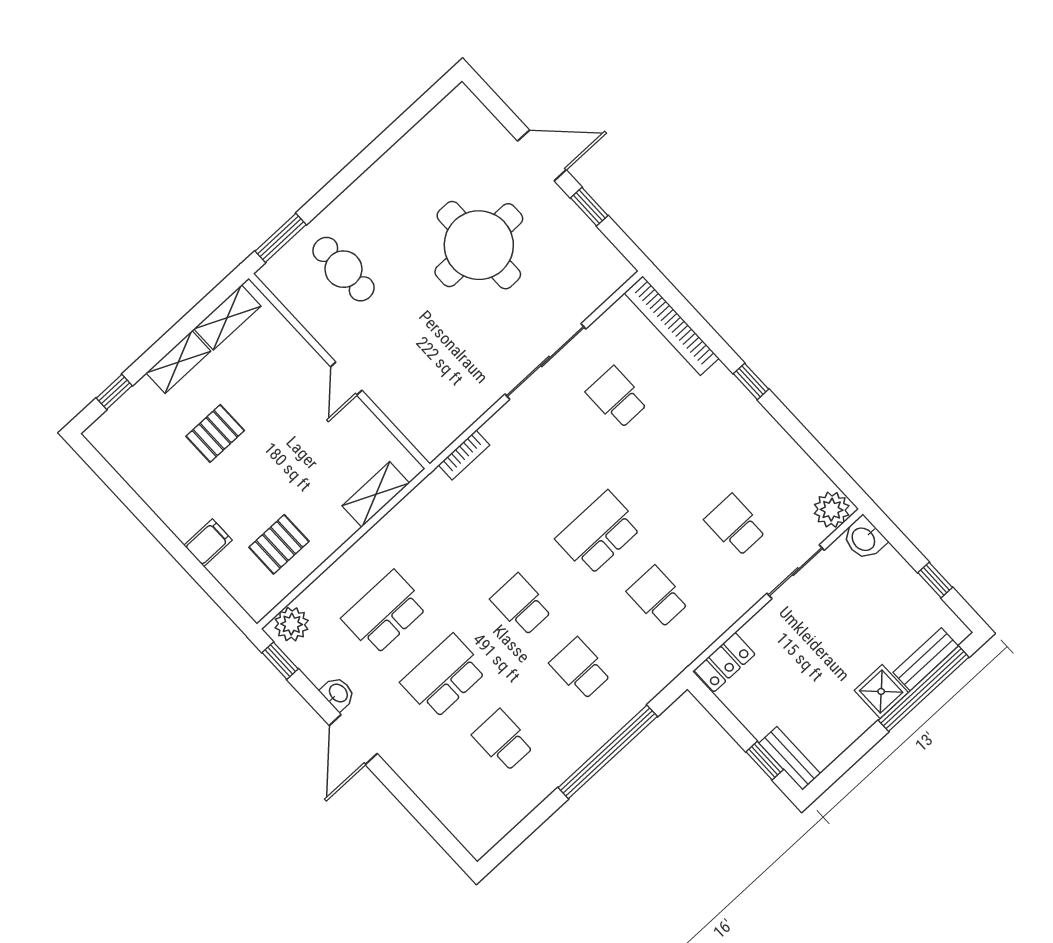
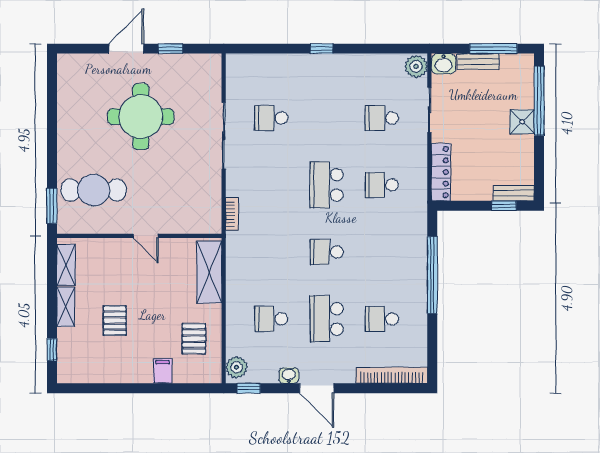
cafe table: (343, 269) -> (94, 190), width x1.37, depth x1.35
bookcase: (672, 326) -> (392, 375), moved, turned 180
shelving: (376, 494) -> (209, 272), width x1.50, depth x1.33
window: (935, 580) -> (493, 49), width x2.17
school desk: (385, 613) -> (271, 319), width x0.54
bench: (926, 659) -> (478, 61), moved, turned 90
locker: (724, 662) -> (441, 172), width x1.53
school desk: (580, 669) -> (382, 252), removed

